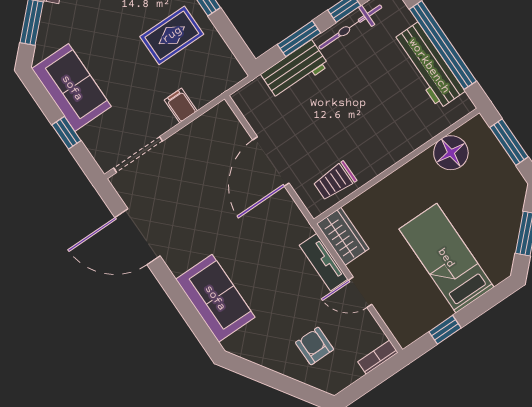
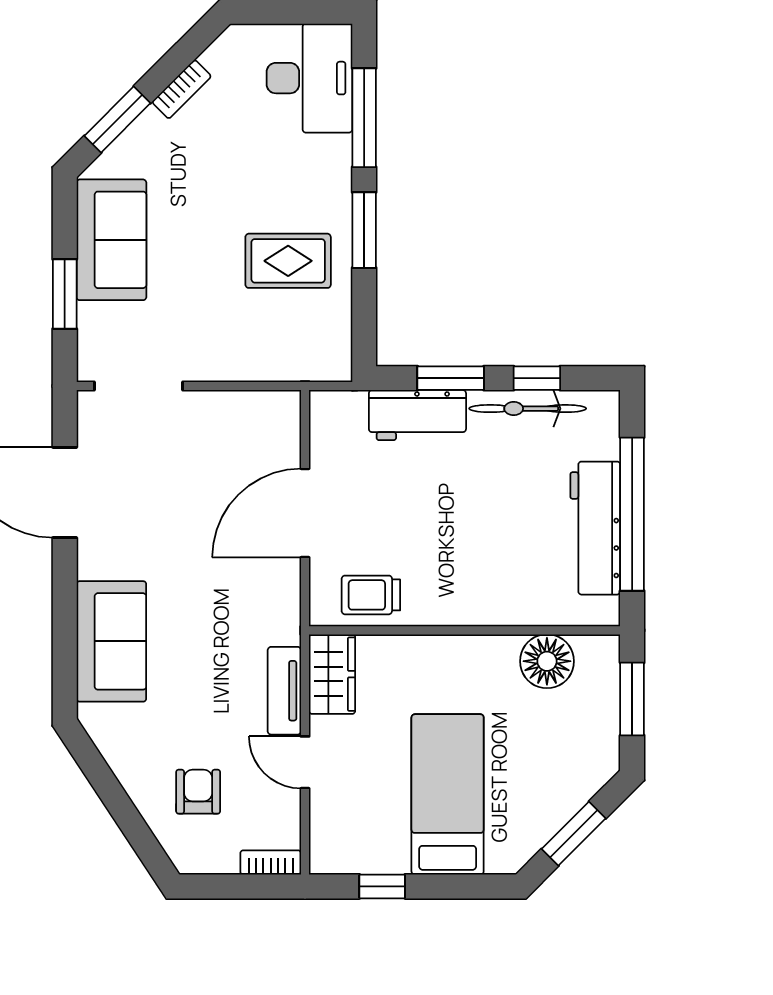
filing cabinet: (181, 105) -> (237, 360), removed
window: (66, 133) -> (65, 294), width x1.50

